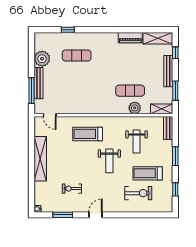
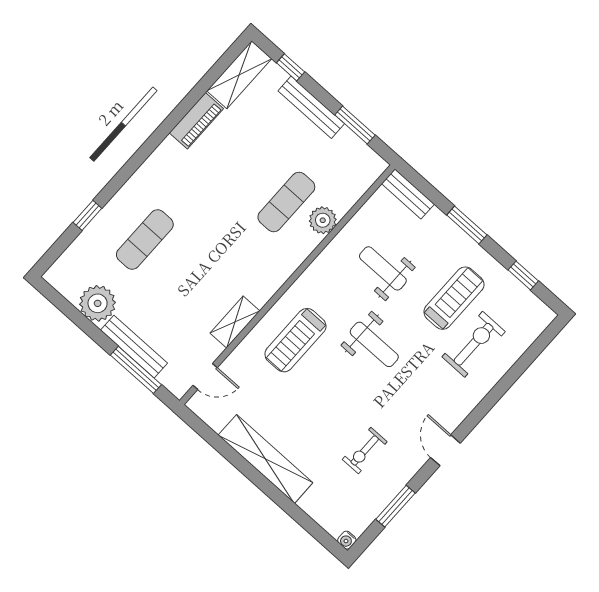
shelving: (162, 109) -> (235, 322), moved
weight bench: (137, 141) -> (383, 268), turned 180
treadmill: (148, 173) -> (454, 298), turned 180

